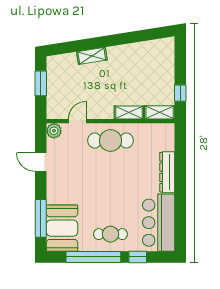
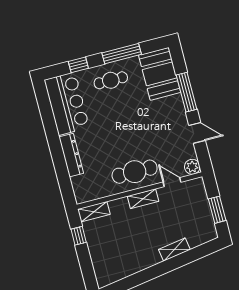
shelving: (129, 112) -> (143, 199), moved
door: (77, 121) -> (172, 182), swing flipped
window: (41, 218) -> (186, 92), moved
window: (93, 257) -> (122, 54), width x0.68

